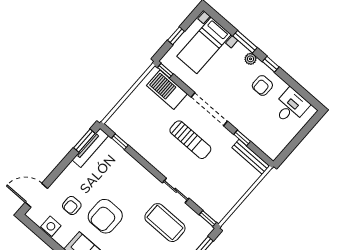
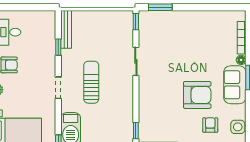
doorway: (209, 109) -> (58, 88), width x0.53
armchair: (72, 206) -> (210, 125), turned -90
coffee table: (165, 223) -> (165, 49), removed

